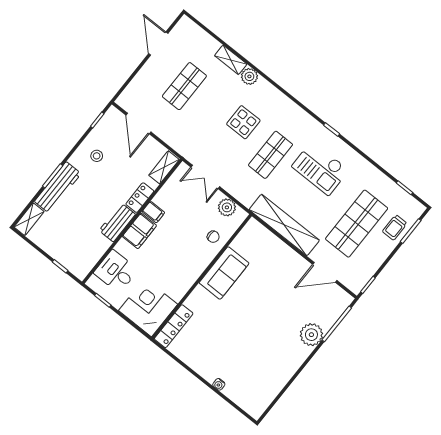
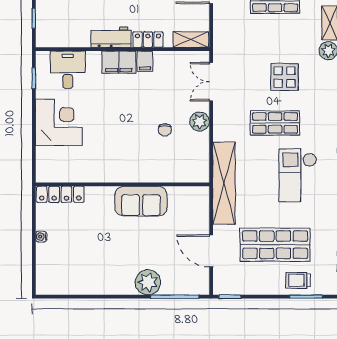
sofa: (224, 273) -> (141, 201), moved
wall: (202, 277) -> (122, 184), moved
locker: (174, 326) -> (60, 194), moved

